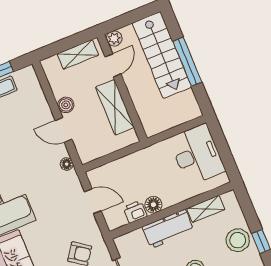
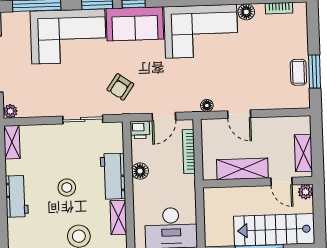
boiler: (66, 105) -> (261, 125), removed
door: (64, 130) -> (239, 114), swing flipped
bookcase: (117, 165) -> (189, 151), added
printer: (135, 212) -> (140, 130), moved, turned 90

